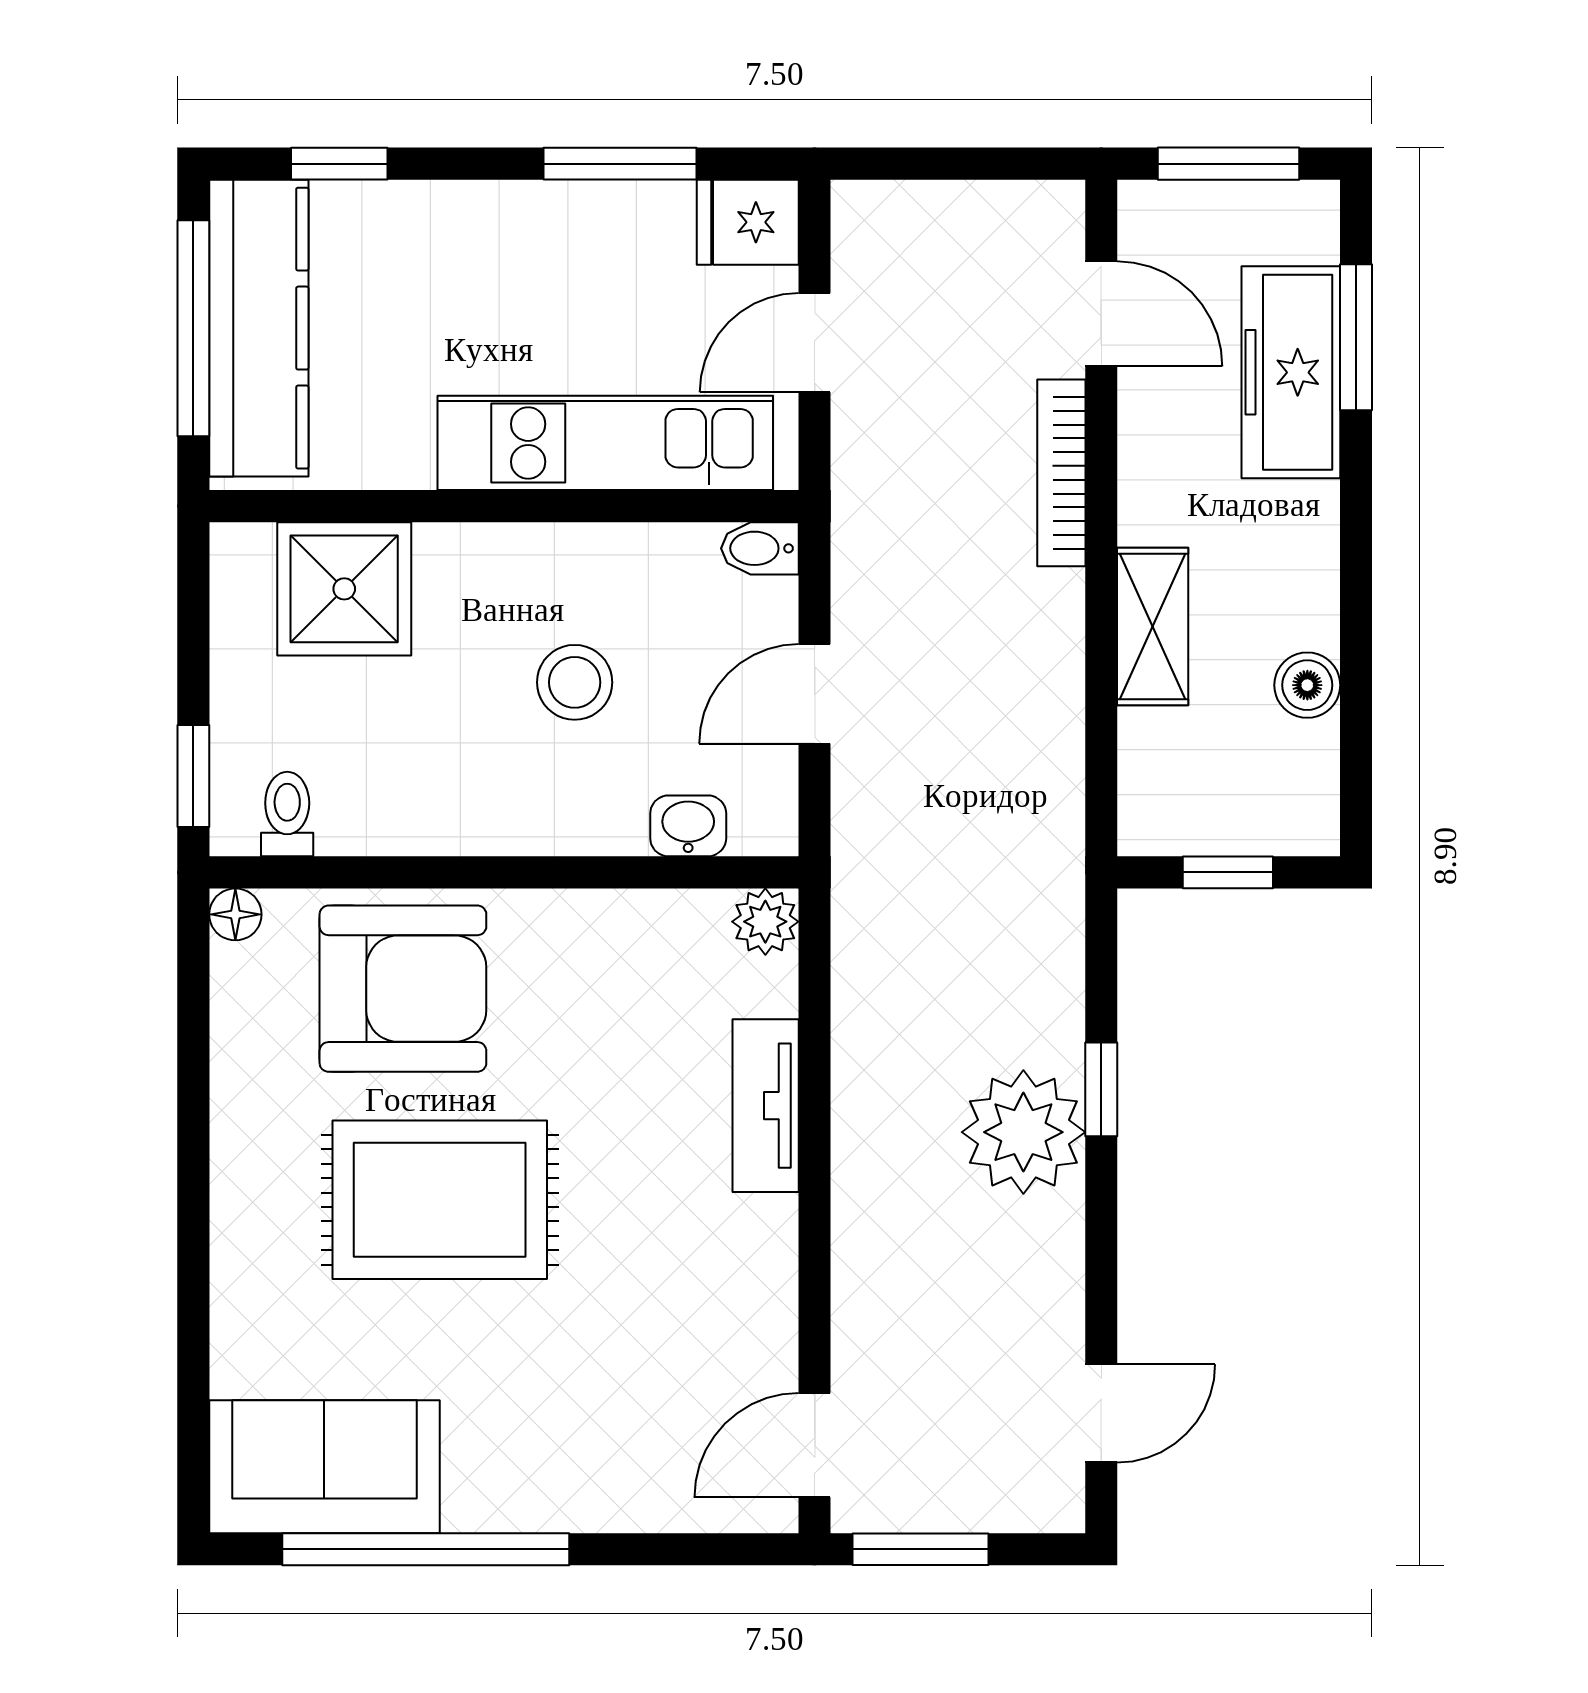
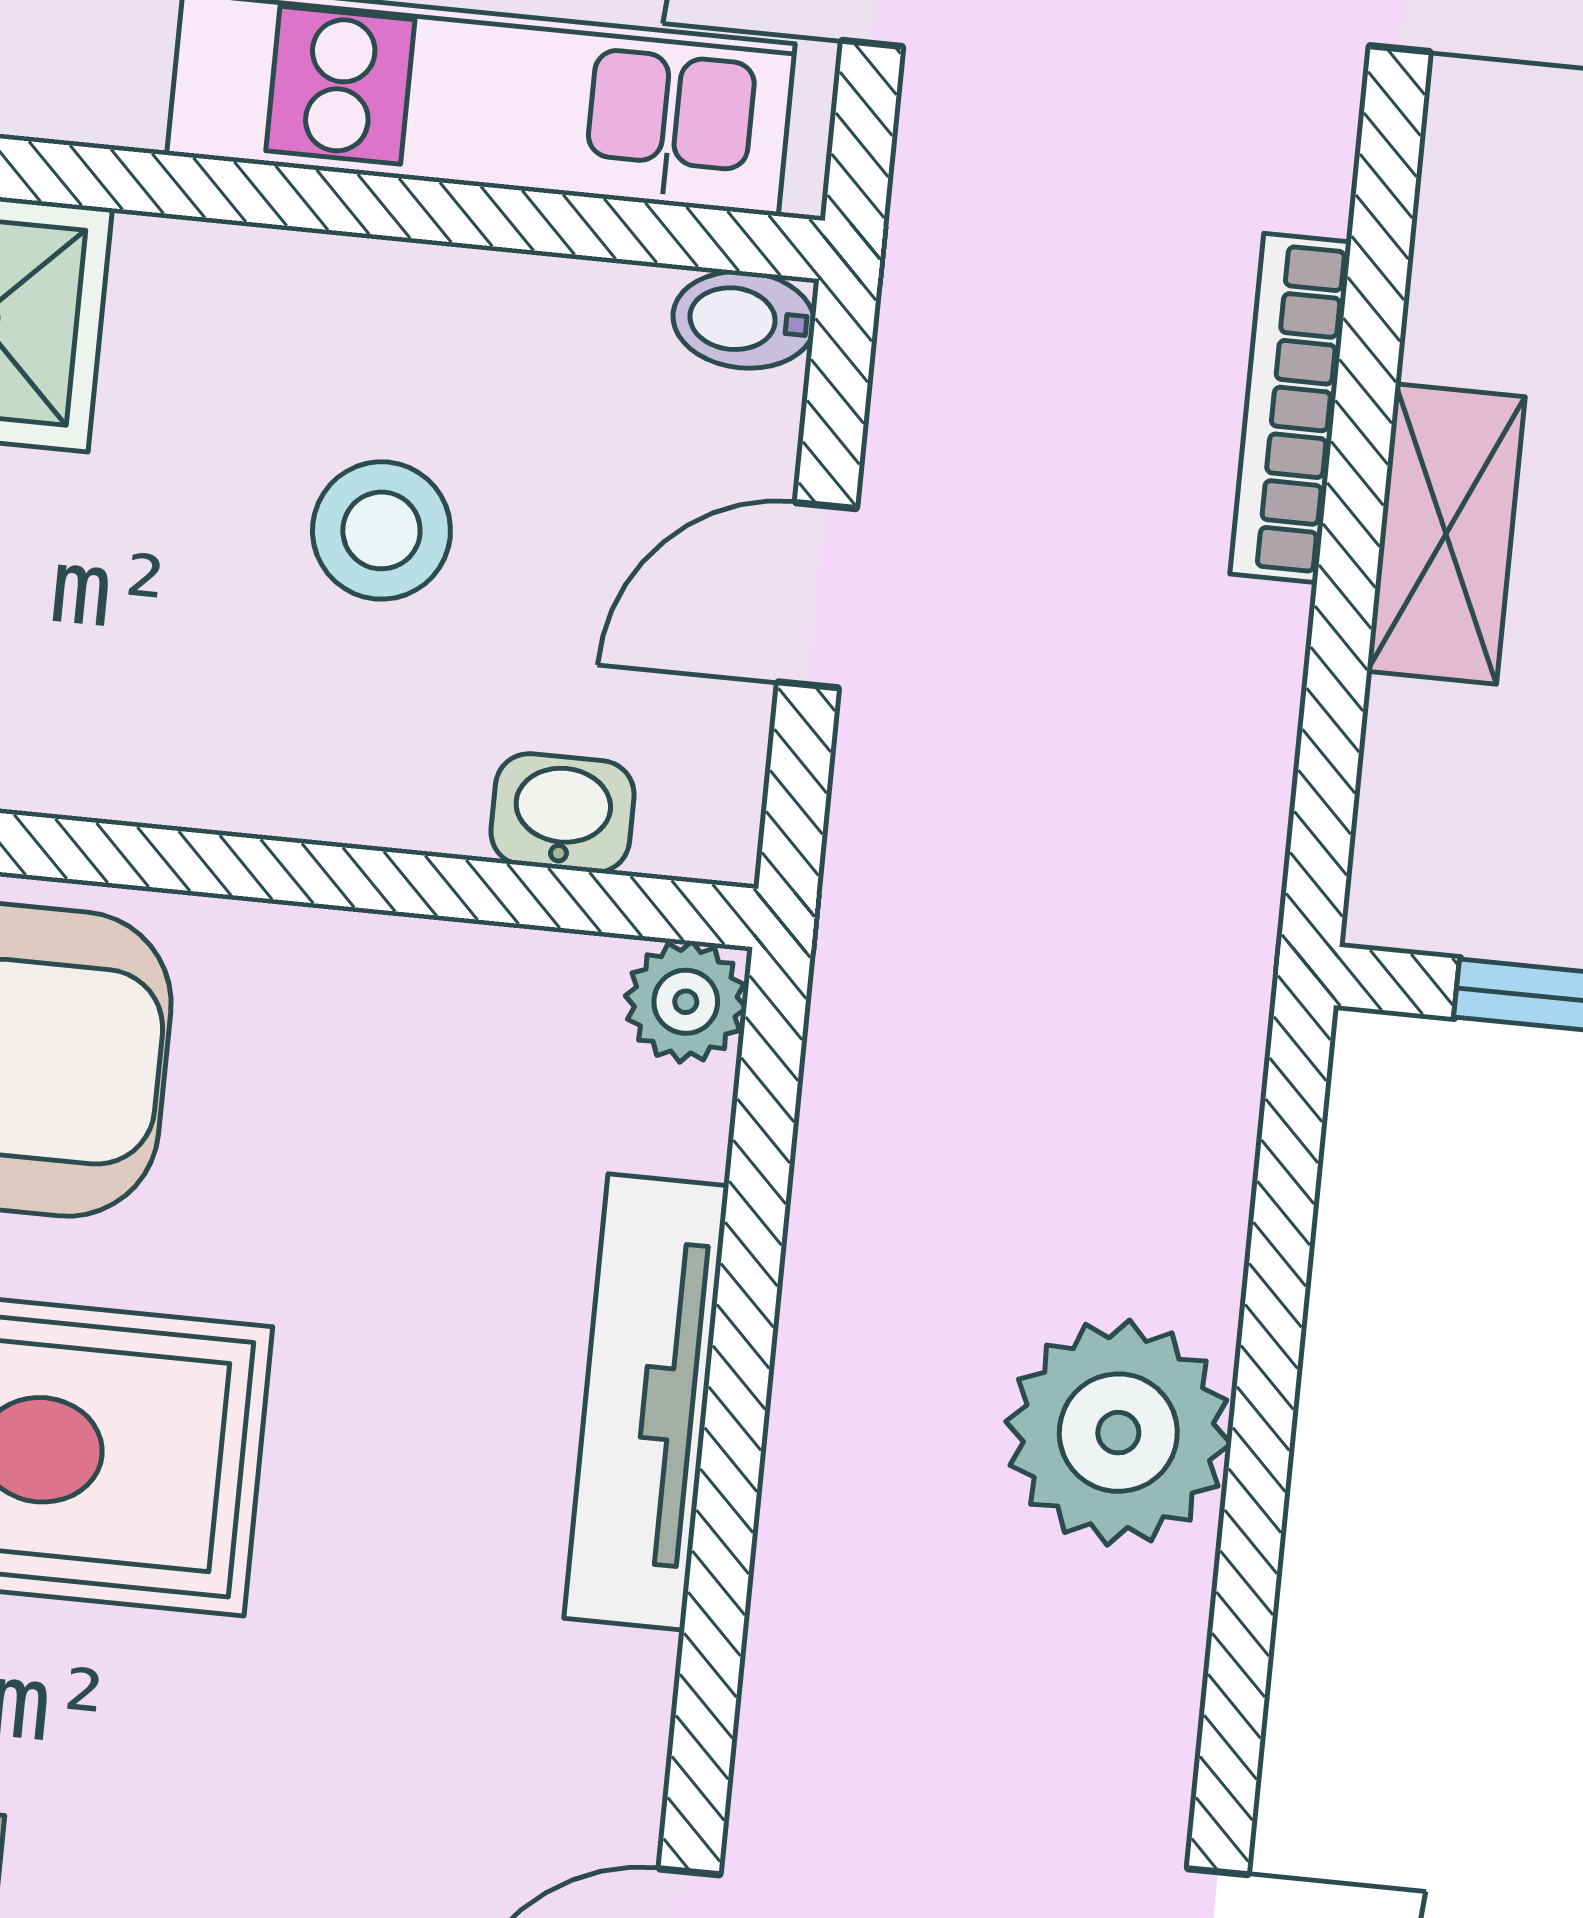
bookcase: (1061, 473) -> (1290, 408), moved
window: (1101, 1089) -> (1268, 1369), removed
tv unit: (766, 1106) -> (646, 1402), width x1.41

